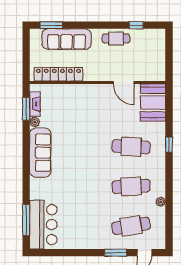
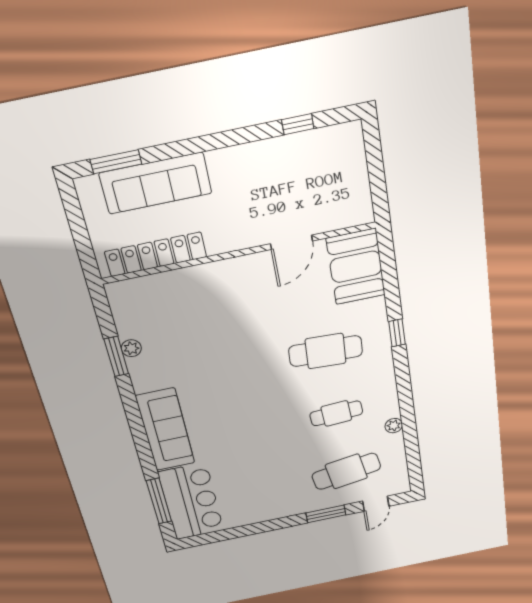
cafe table: (116, 39) -> (260, 161), removed
door: (124, 83) -> (291, 242), hinge flipped
fireplace: (35, 104) -> (123, 317), removed
window: (26, 109) -> (116, 356), moved
sofa: (40, 153) -> (165, 430), moved
cafe table: (131, 186) -> (336, 413), width x0.73, depth x0.74

